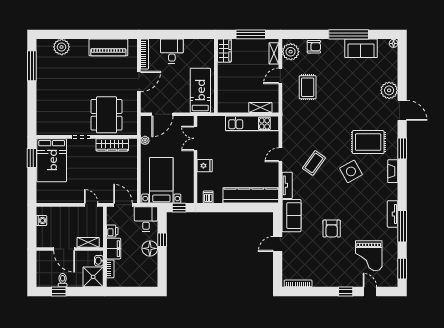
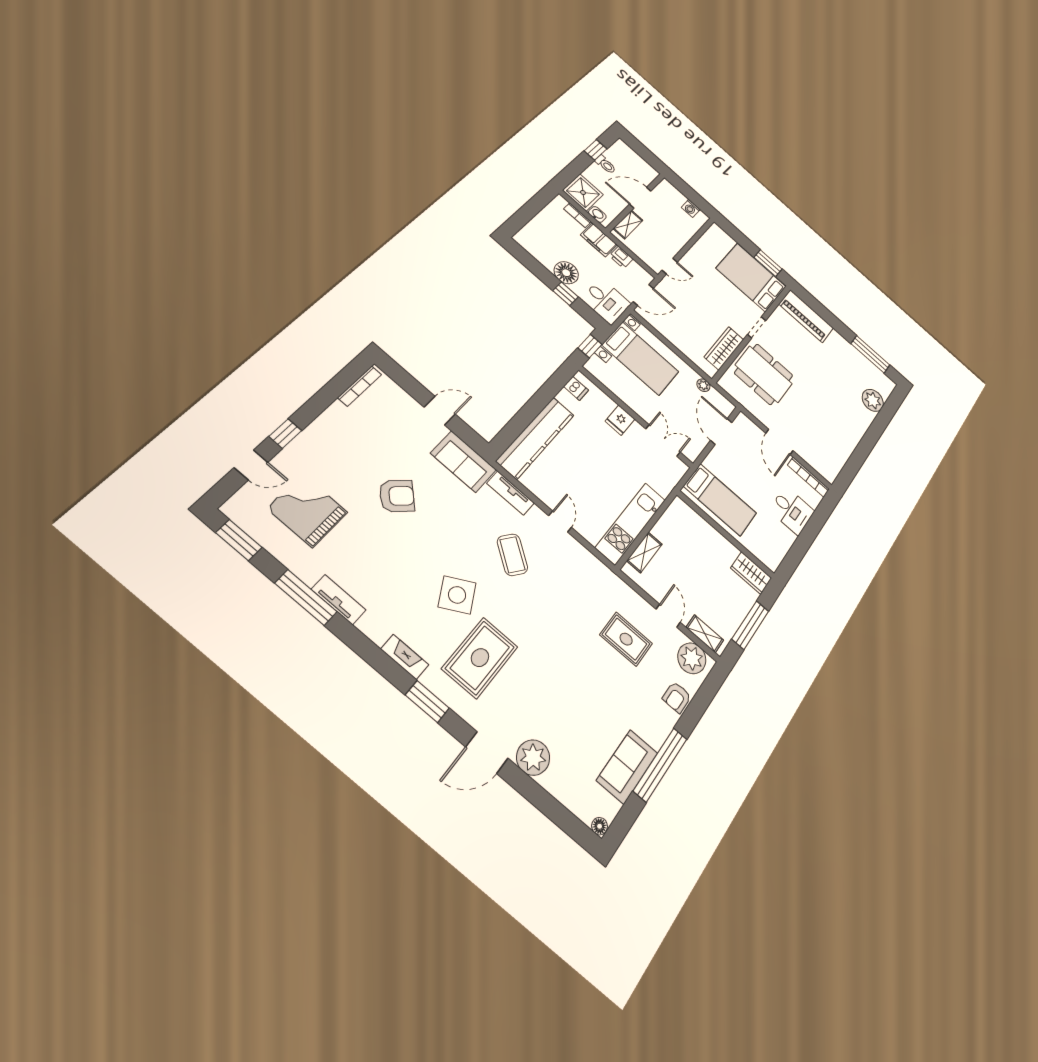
piano: (108, 47) -> (806, 316), moved, turned -90
armchair: (332, 229) -> (397, 496), turned 134
door: (278, 244) -> (440, 411), hinge flipped

